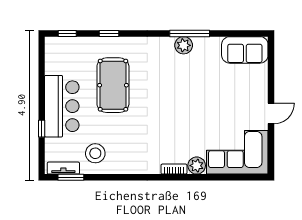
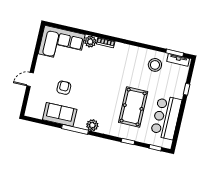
plant: (184, 45) -> (92, 125), moved
sofa: (245, 50) -> (60, 115), moved
armchair: (220, 90) -> (64, 88), added
bar counter: (62, 106) -> (166, 117), moved
door: (271, 113) -> (30, 79), moved

